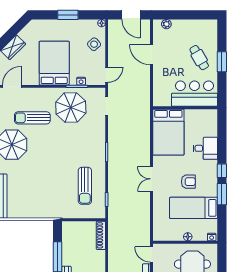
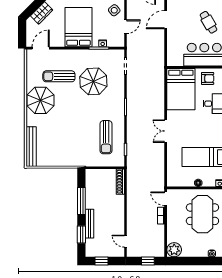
door: (151, 55) -> (166, 20), hinge flipped
door: (107, 75) -> (126, 27), moved
parasol: (71, 108) -> (93, 81), moved
armchair: (188, 182) -> (208, 78), moved

